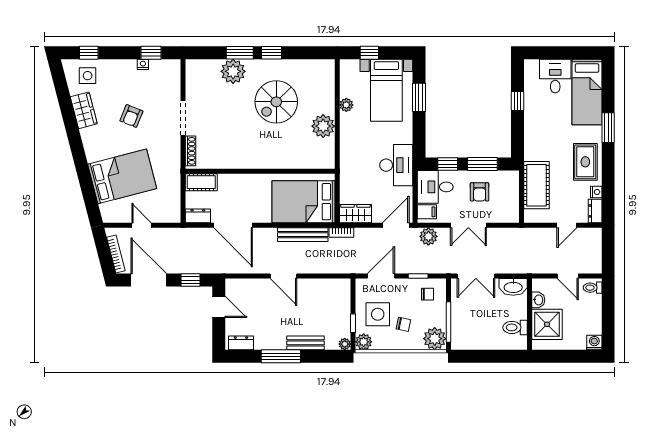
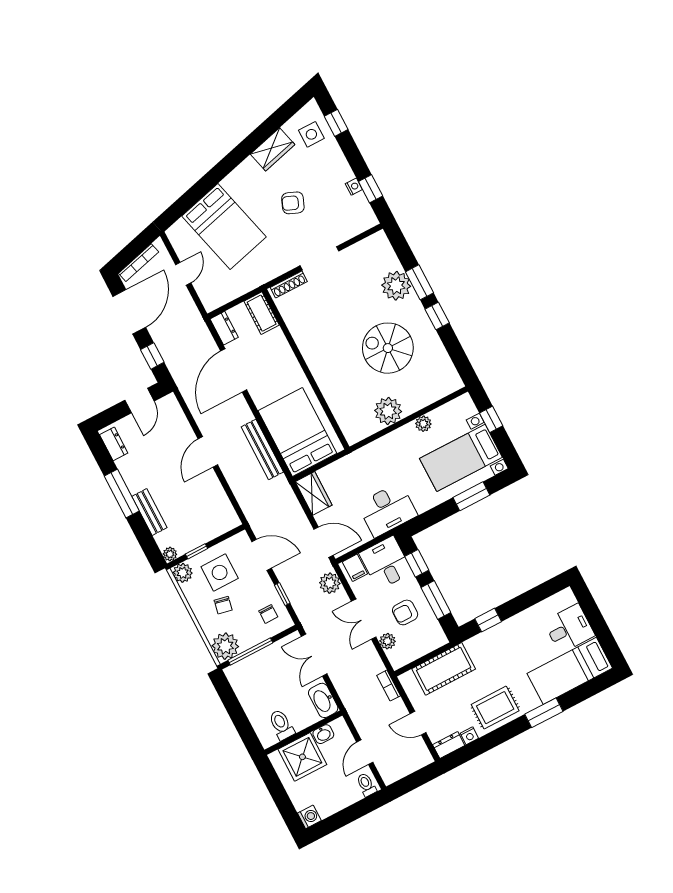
window: (518, 101) -> (488, 620), moved
plant: (494, 216) -> (388, 641), added
bookcase: (341, 233) -> (389, 686), moved

